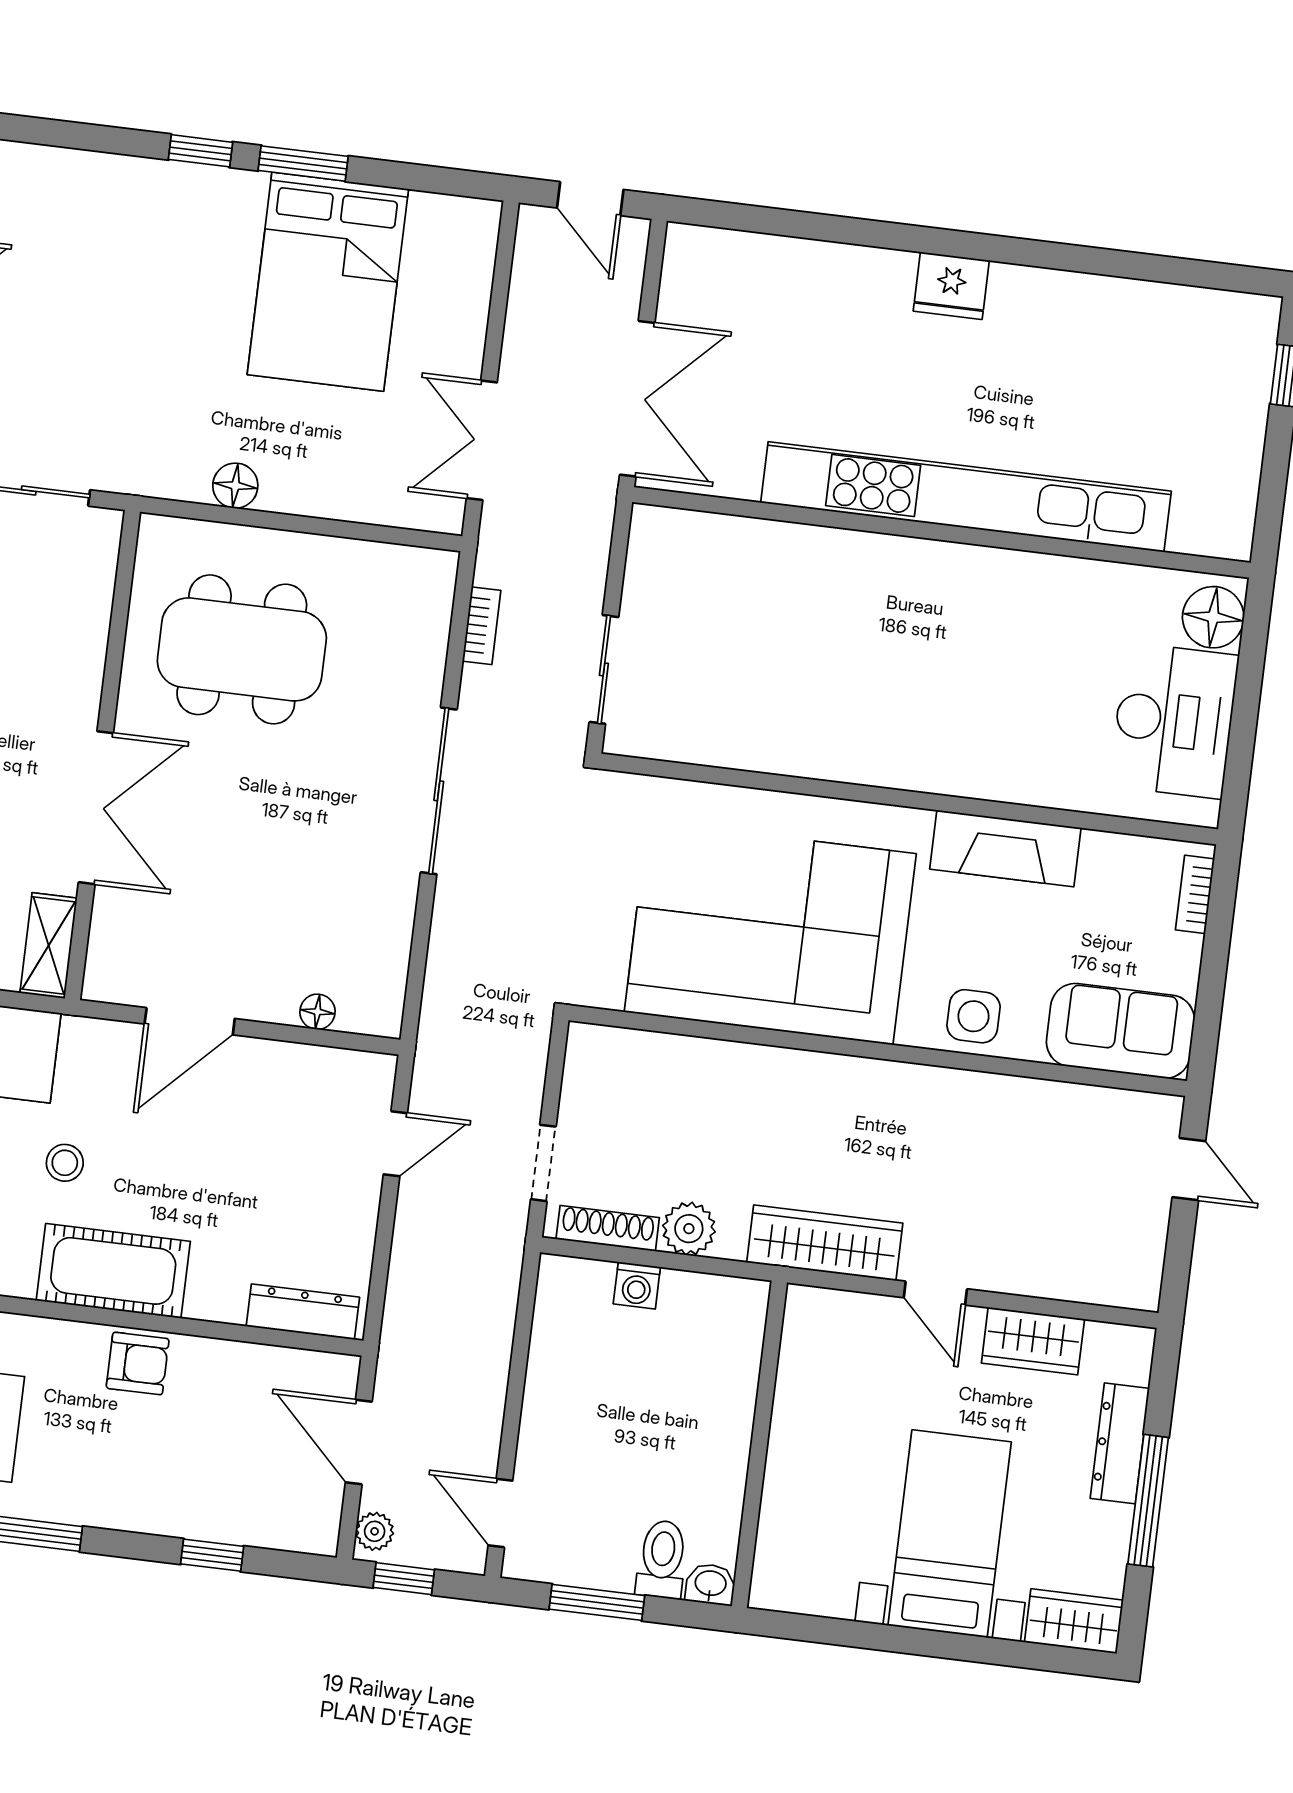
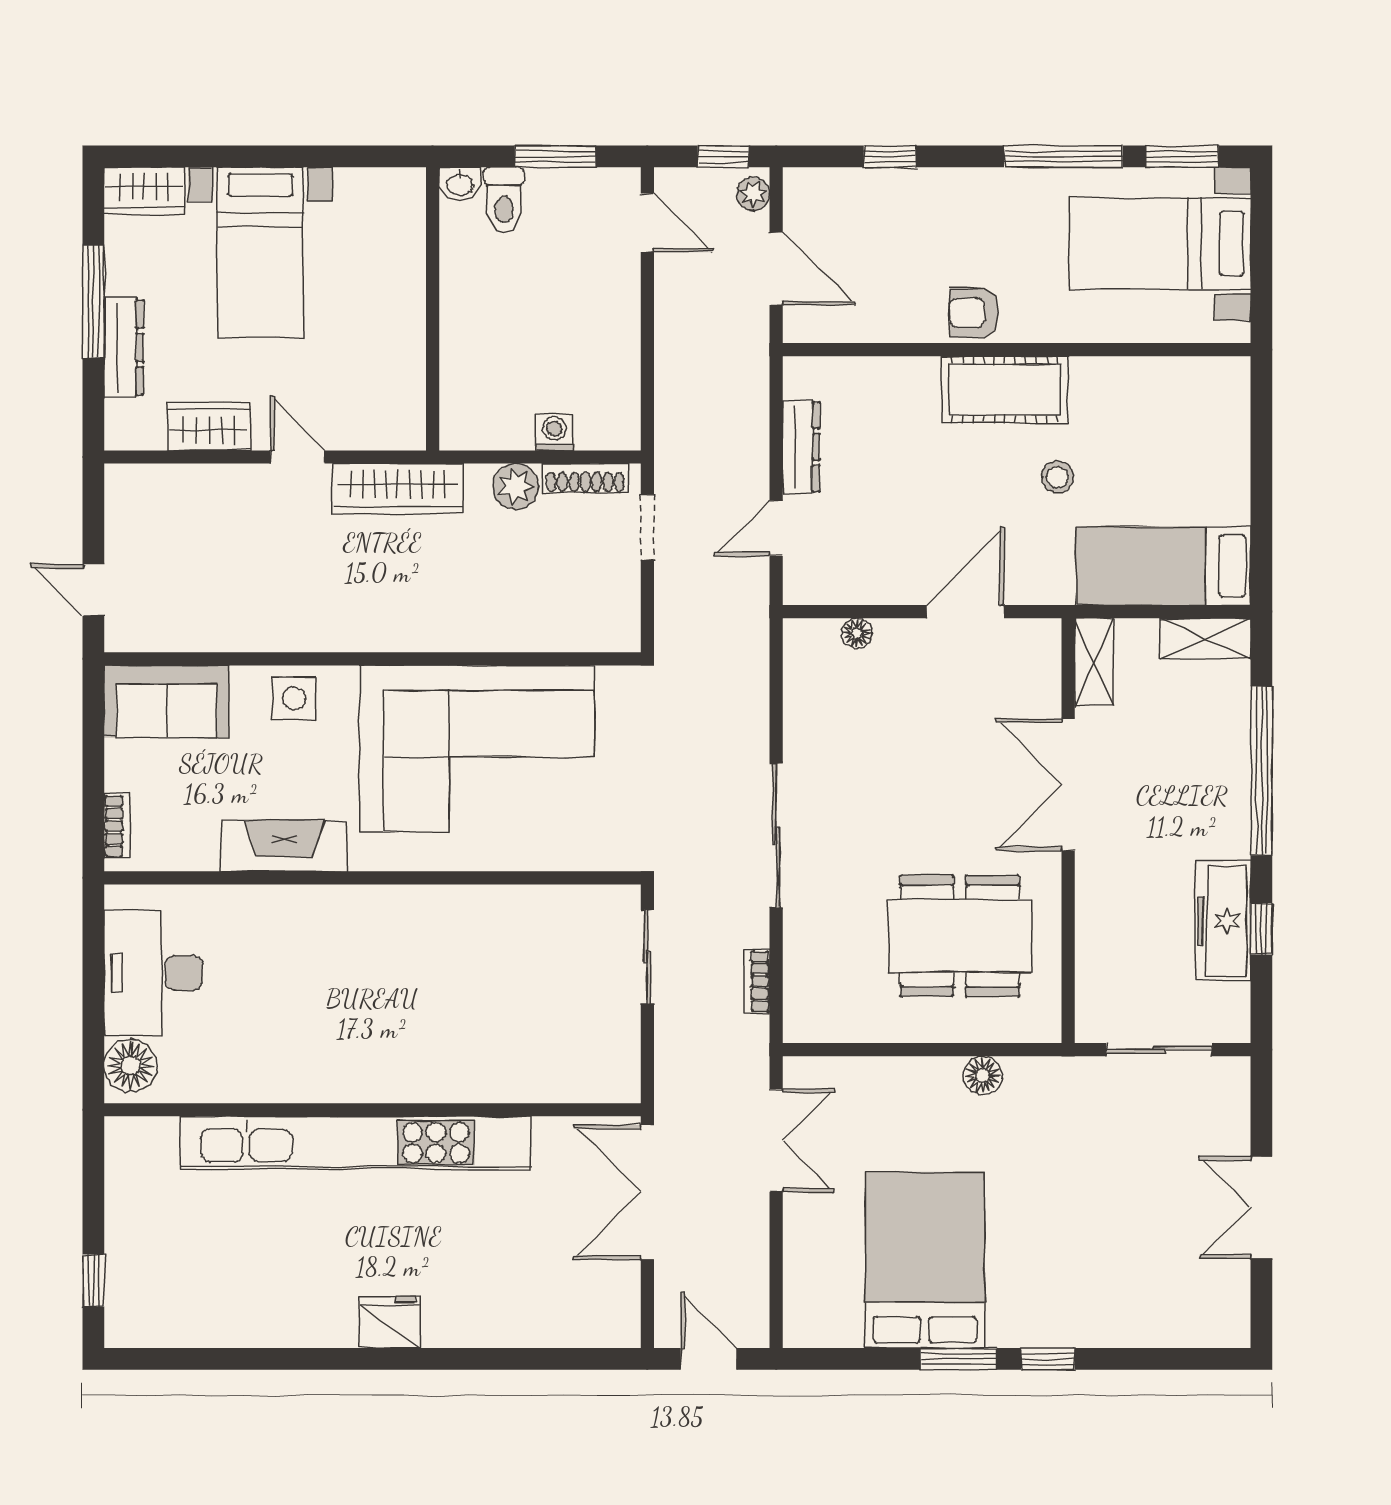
dresser: (303, 1312) -> (801, 447), moved, turned -90

